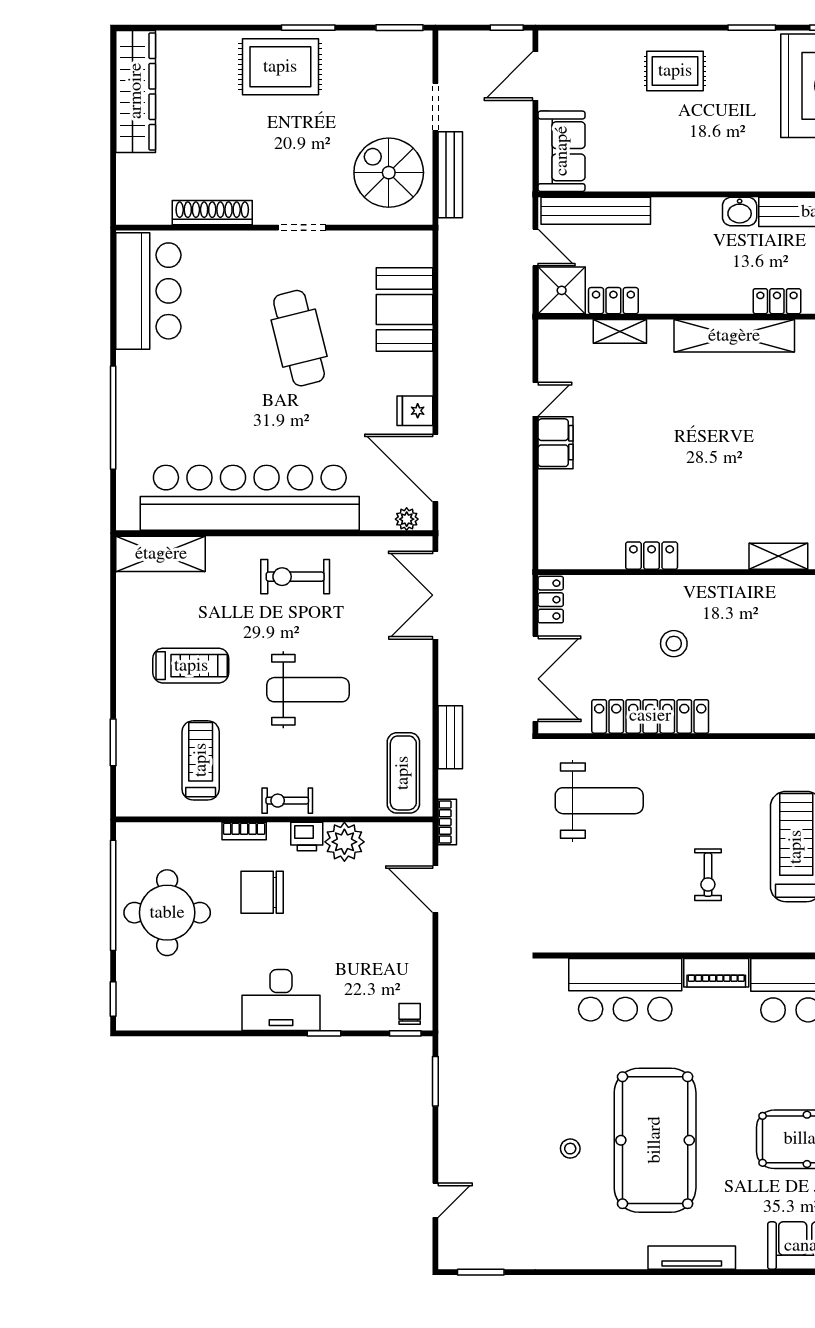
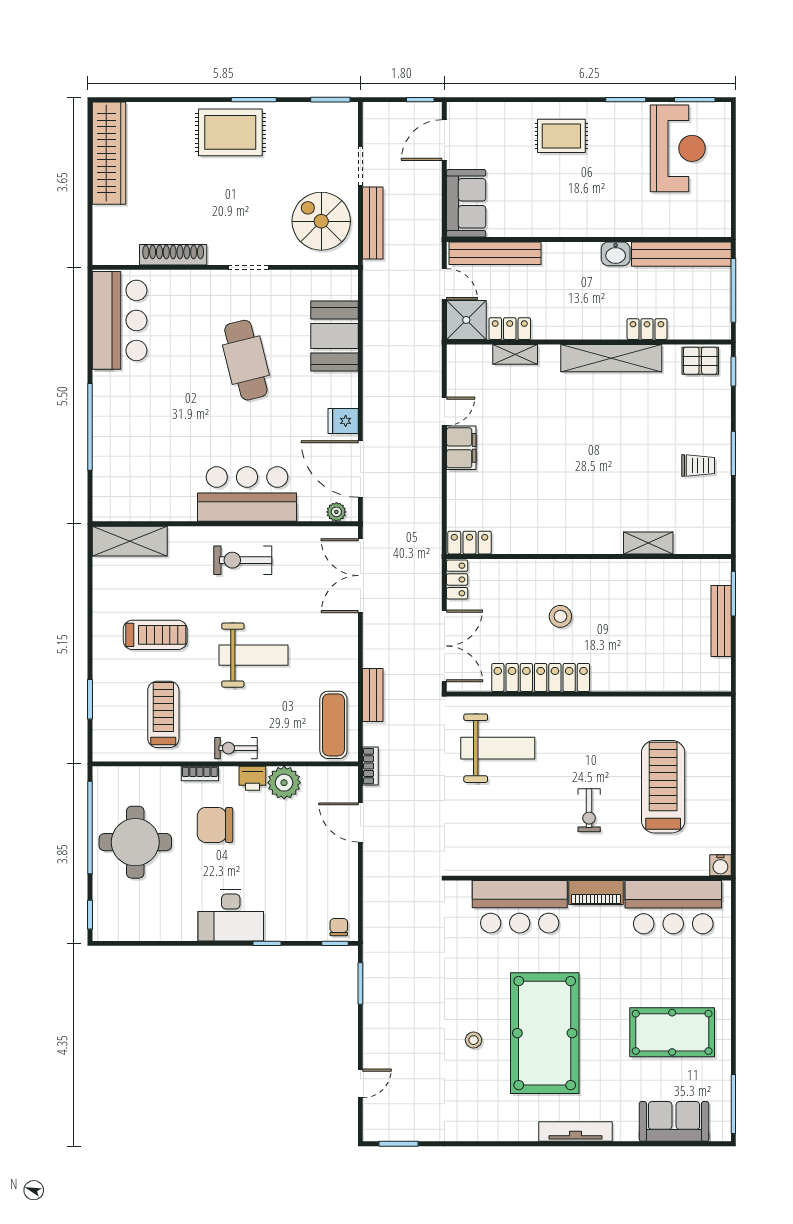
bar counter: (250, 498) -> (247, 494), width x0.54
locker: (652, 556) -> (469, 543), moved

